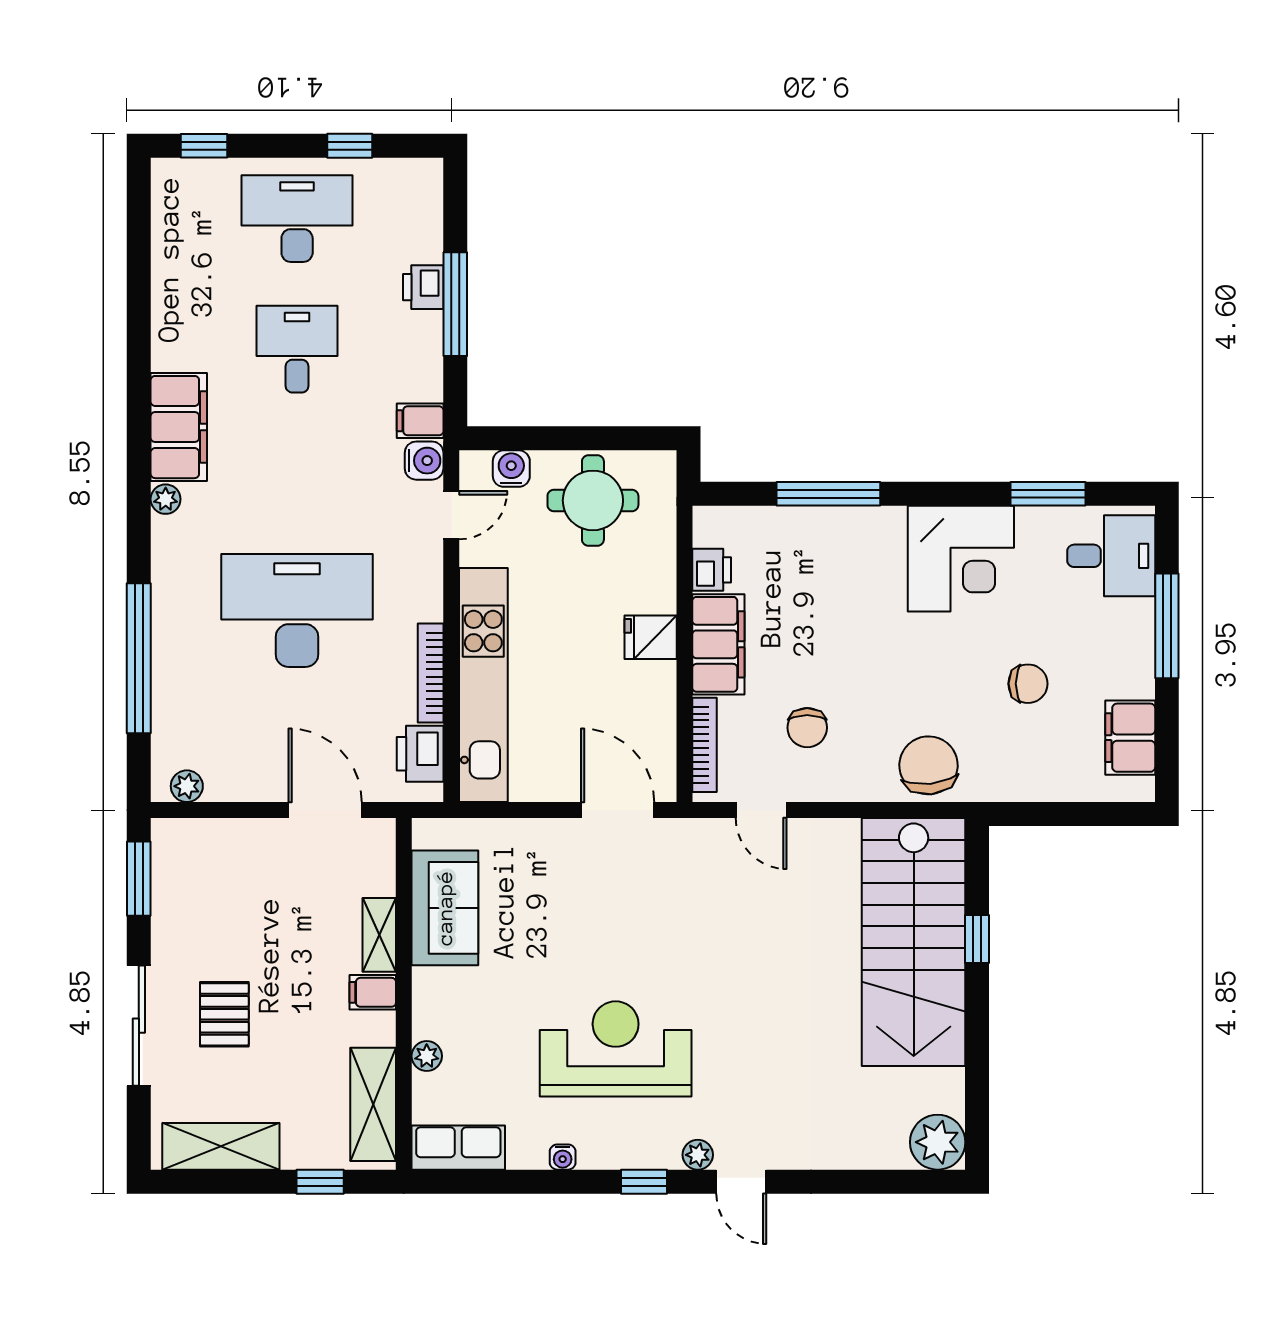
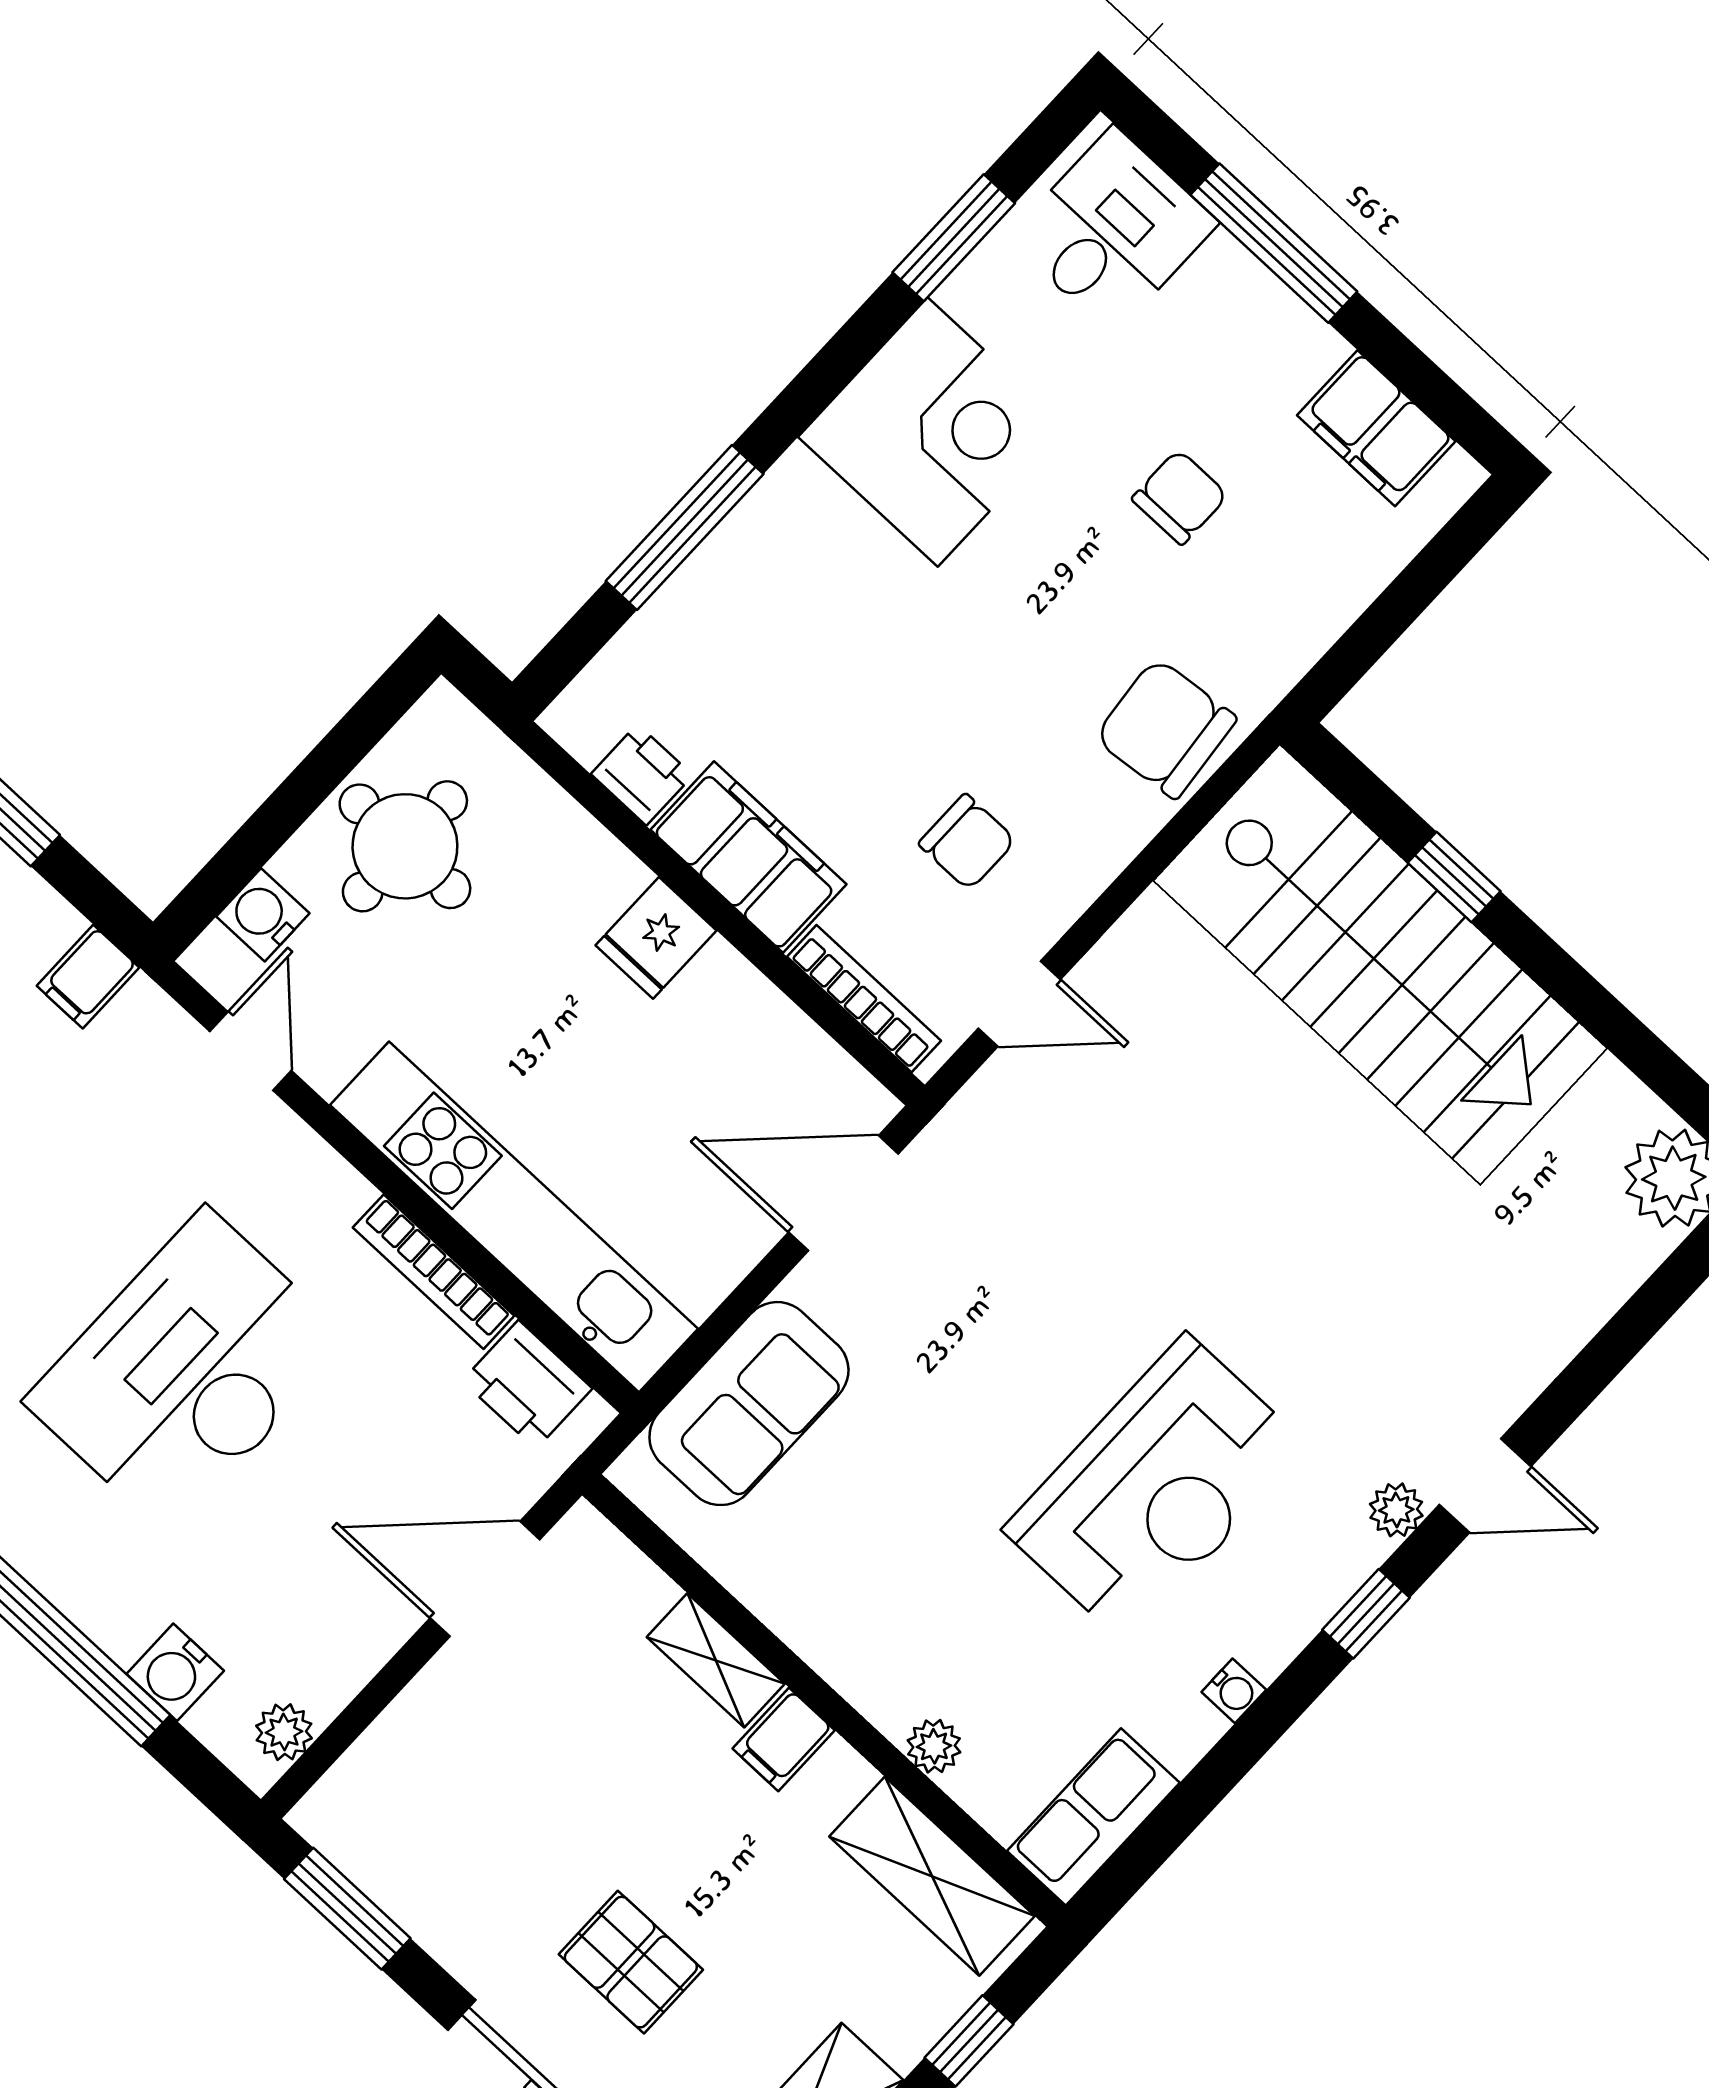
water cooler: (424, 461) -> (175, 1672), moved, turned 180
sofa: (445, 908) -> (749, 1404), moved, turned 90
reception desk: (616, 1049) -> (1156, 1488), turned 180

